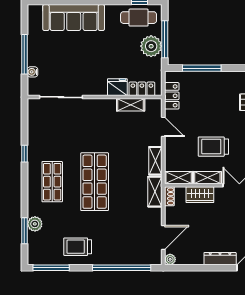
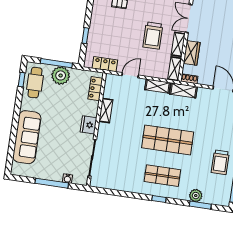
window: (202, 68) -> (85, 36), width x0.46
fridge: (117, 87) -> (88, 125), moved
shelving: (131, 105) -> (106, 111), moved
window: (24, 154) -> (159, 199), moved

